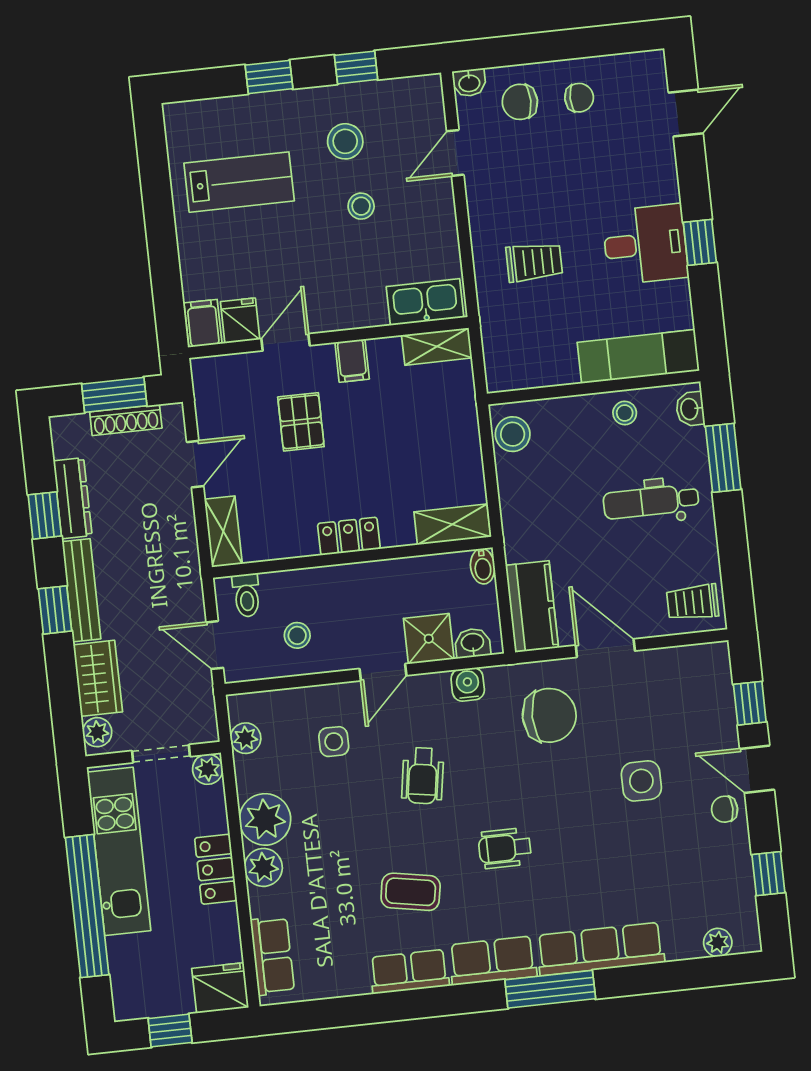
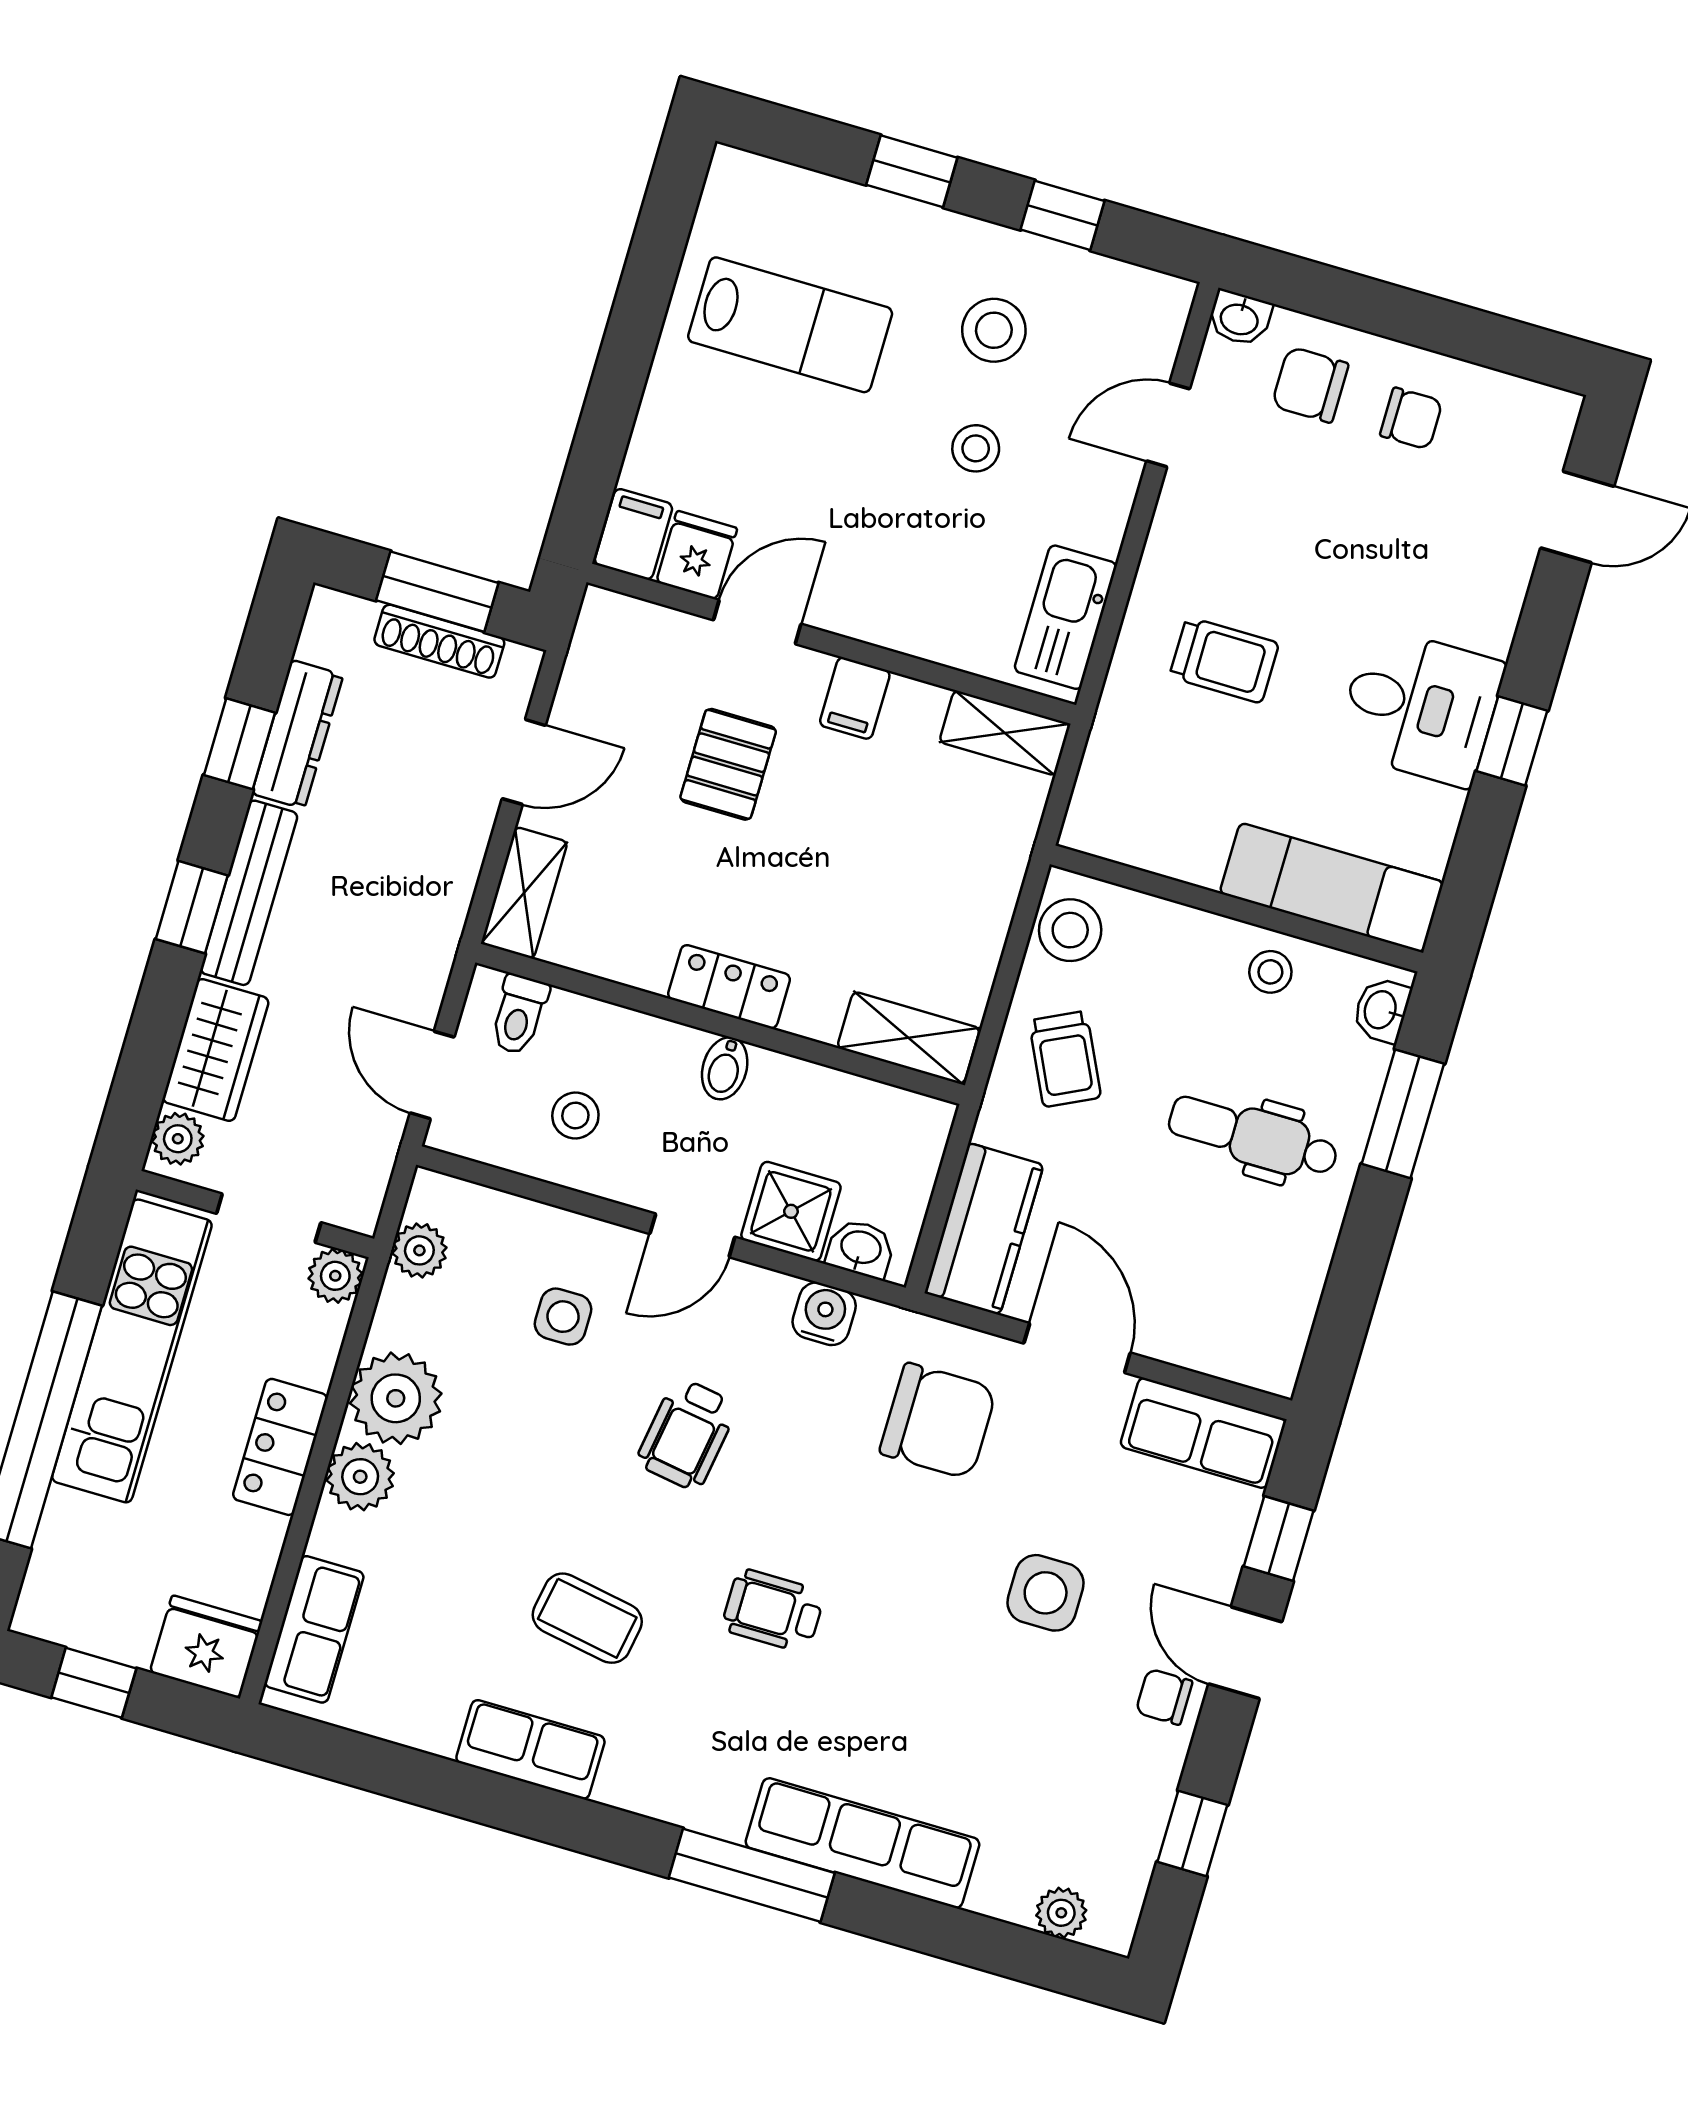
kitchen sink: (425, 302) -> (1066, 617), moved, turned -90
bidet: (483, 566) -> (725, 1068), moved
trolley: (693, 602) -> (1065, 1059), moved, turned -116
row of seats: (493, 961) -> (1203, 1433), moved, turned 180

